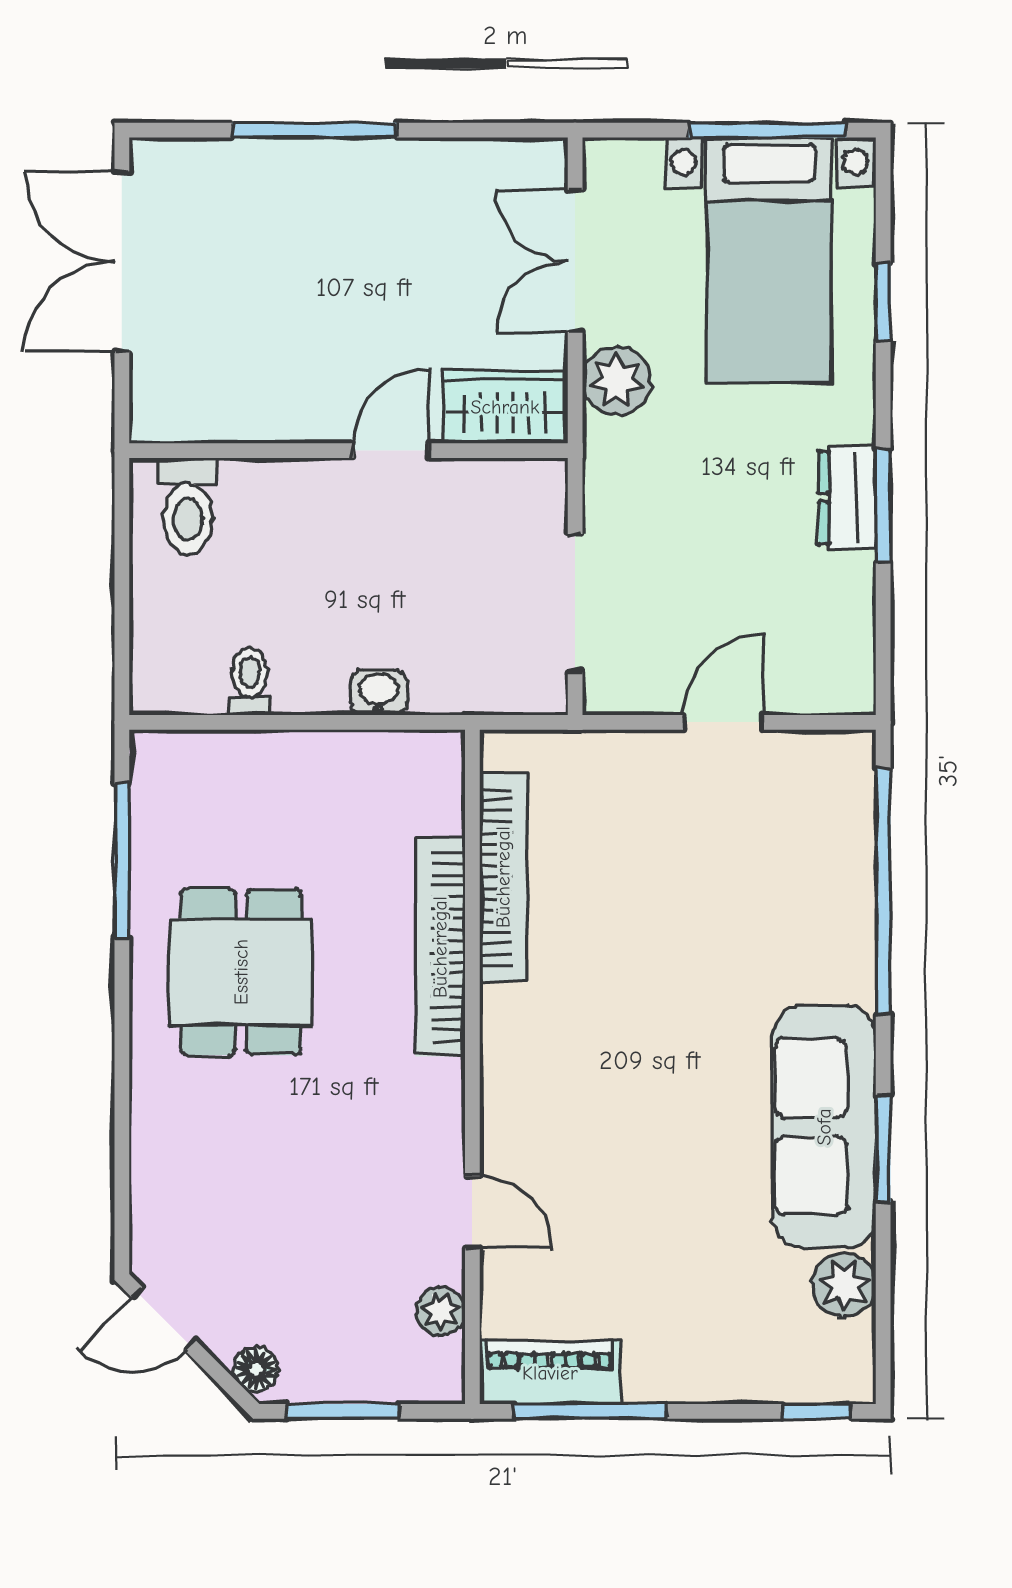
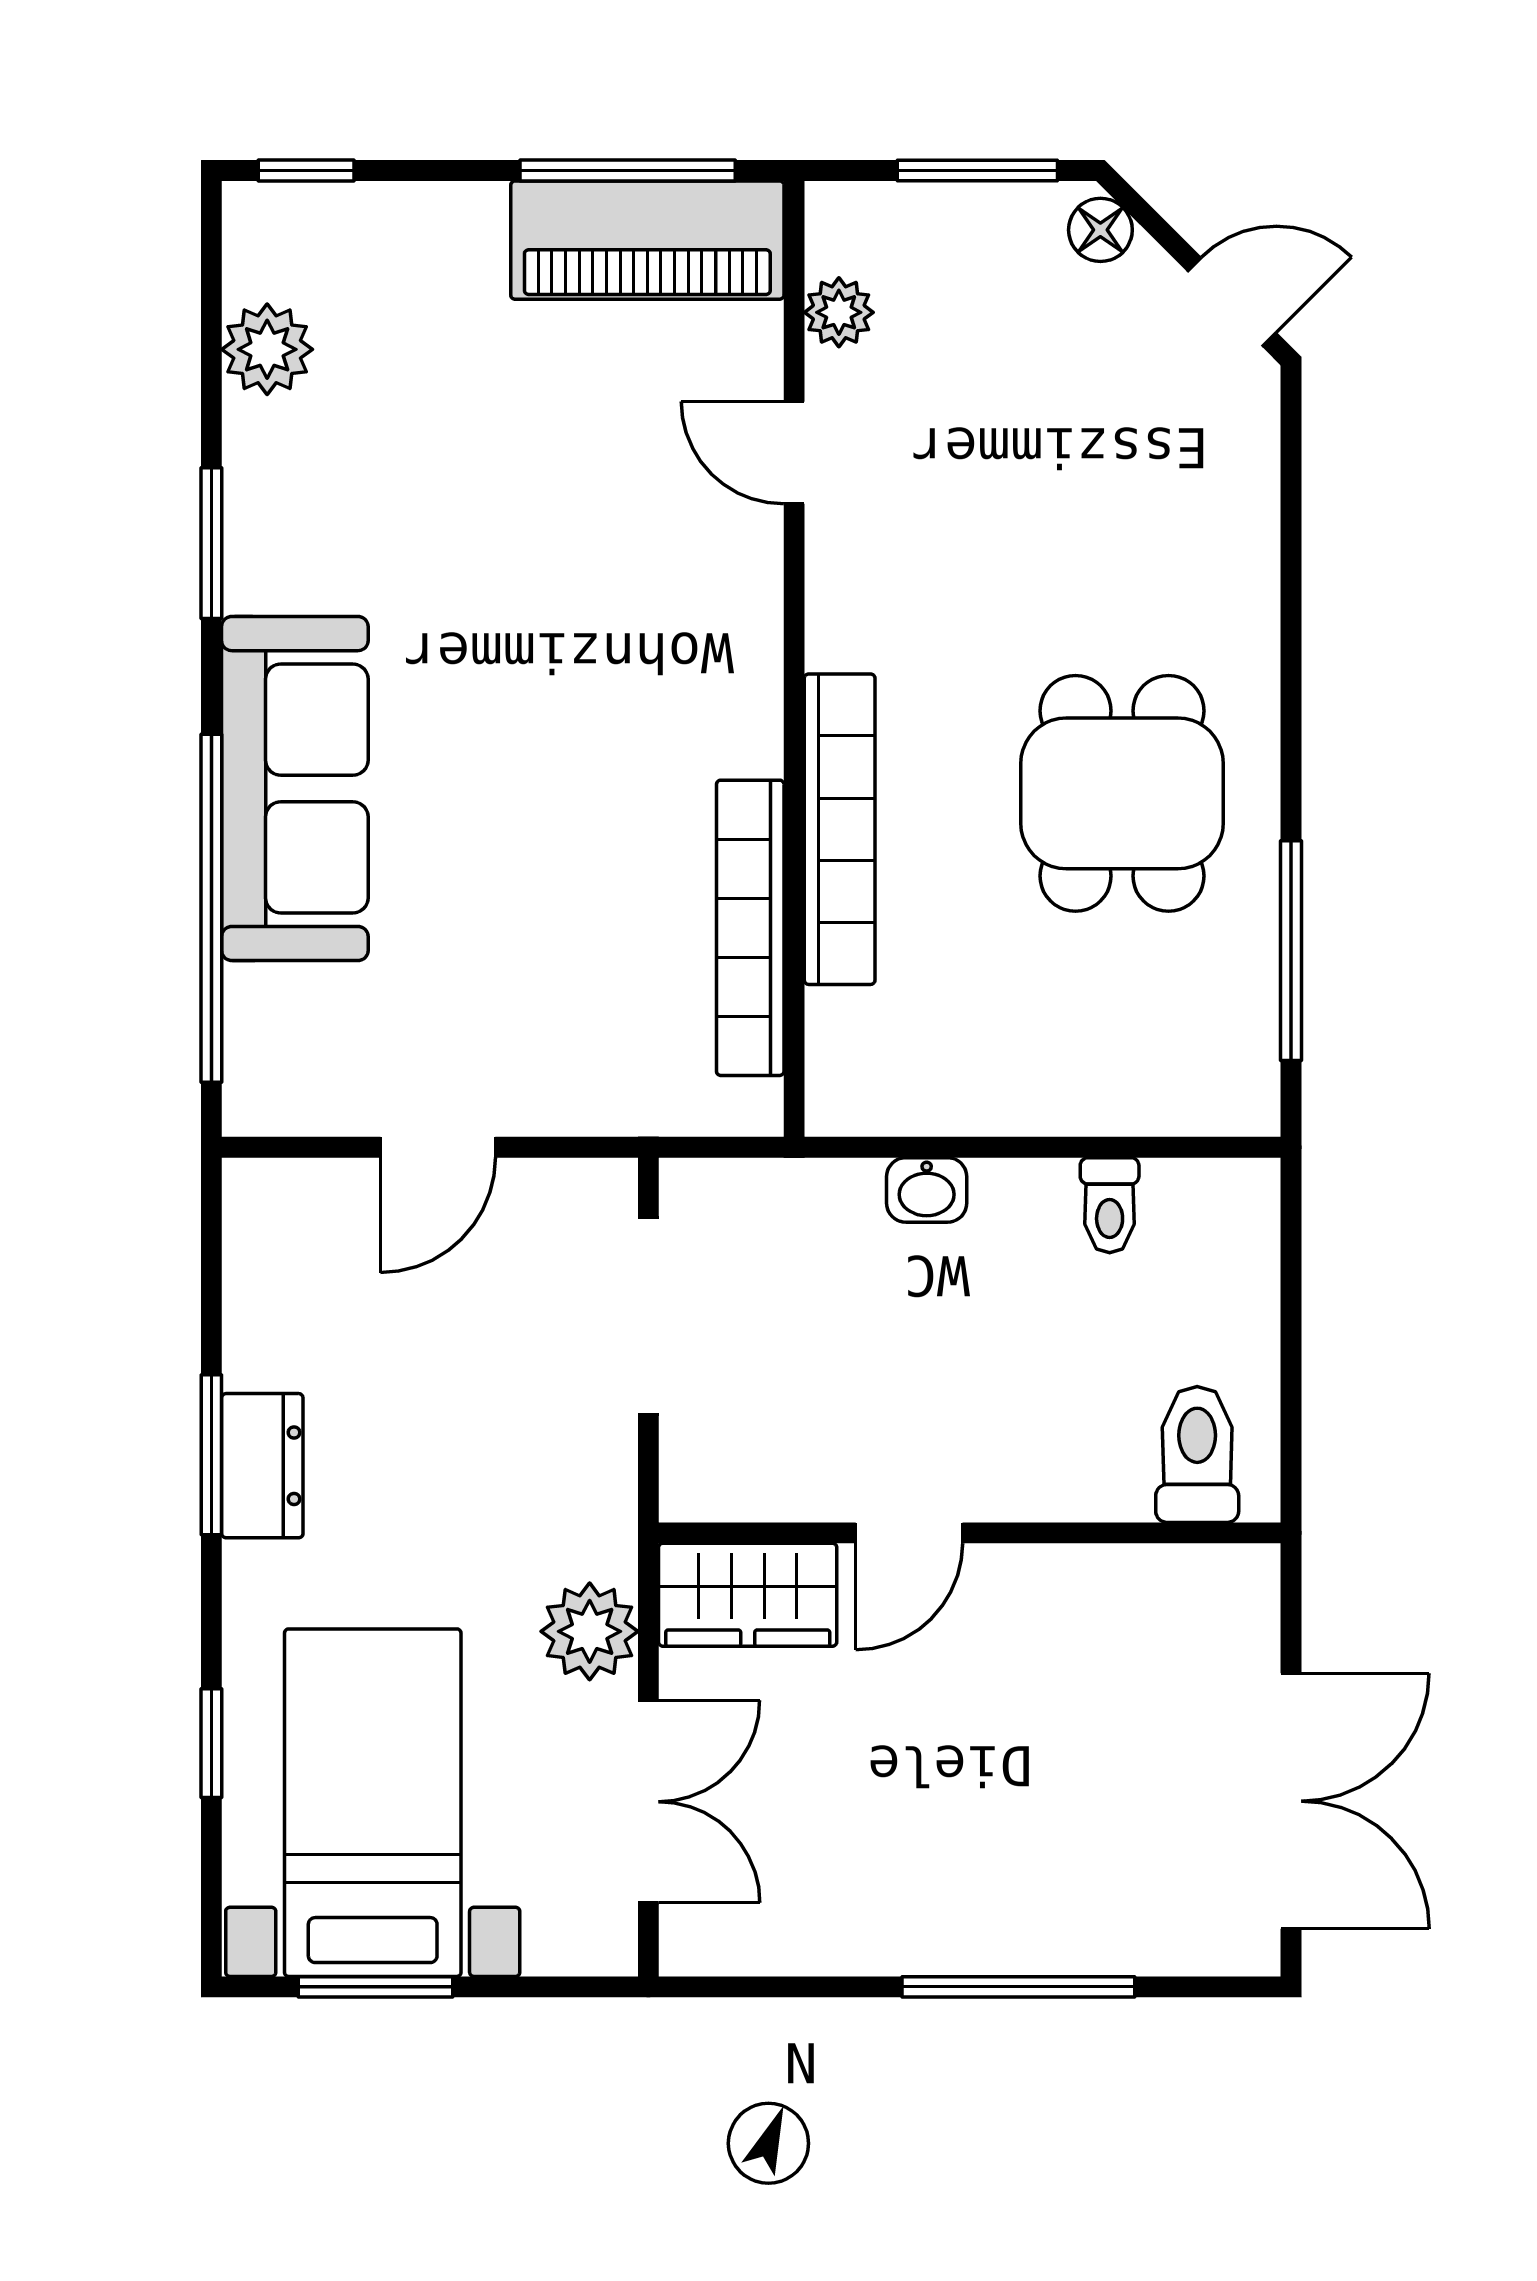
window: (767, 130) -> (376, 1987), width x0.69
sofa: (824, 1127) -> (295, 789), moved
piano: (550, 1373) -> (647, 240), width x1.37, depth x1.33

